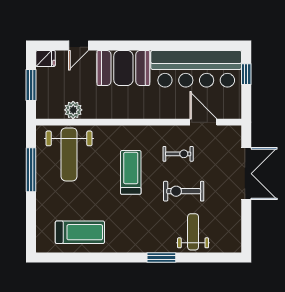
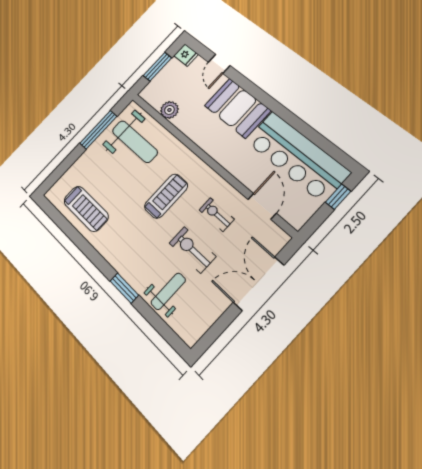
door: (79, 45) -> (219, 64), hinge flipped
weight bench: (69, 154) -> (135, 141), turned -90
exercise bike: (178, 154) -> (217, 214), turned 180
double door: (246, 174) -> (259, 284), swing flipped

